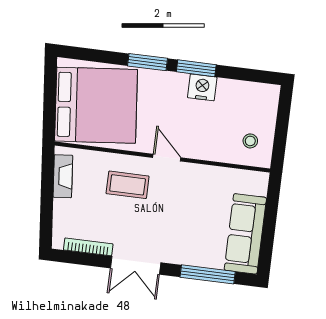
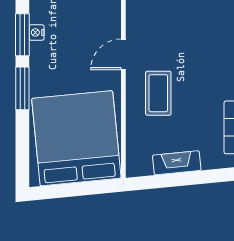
nightstand: (202, 87) -> (37, 32), width x0.53, depth x0.56
fireplace: (63, 176) -> (177, 163), moved

